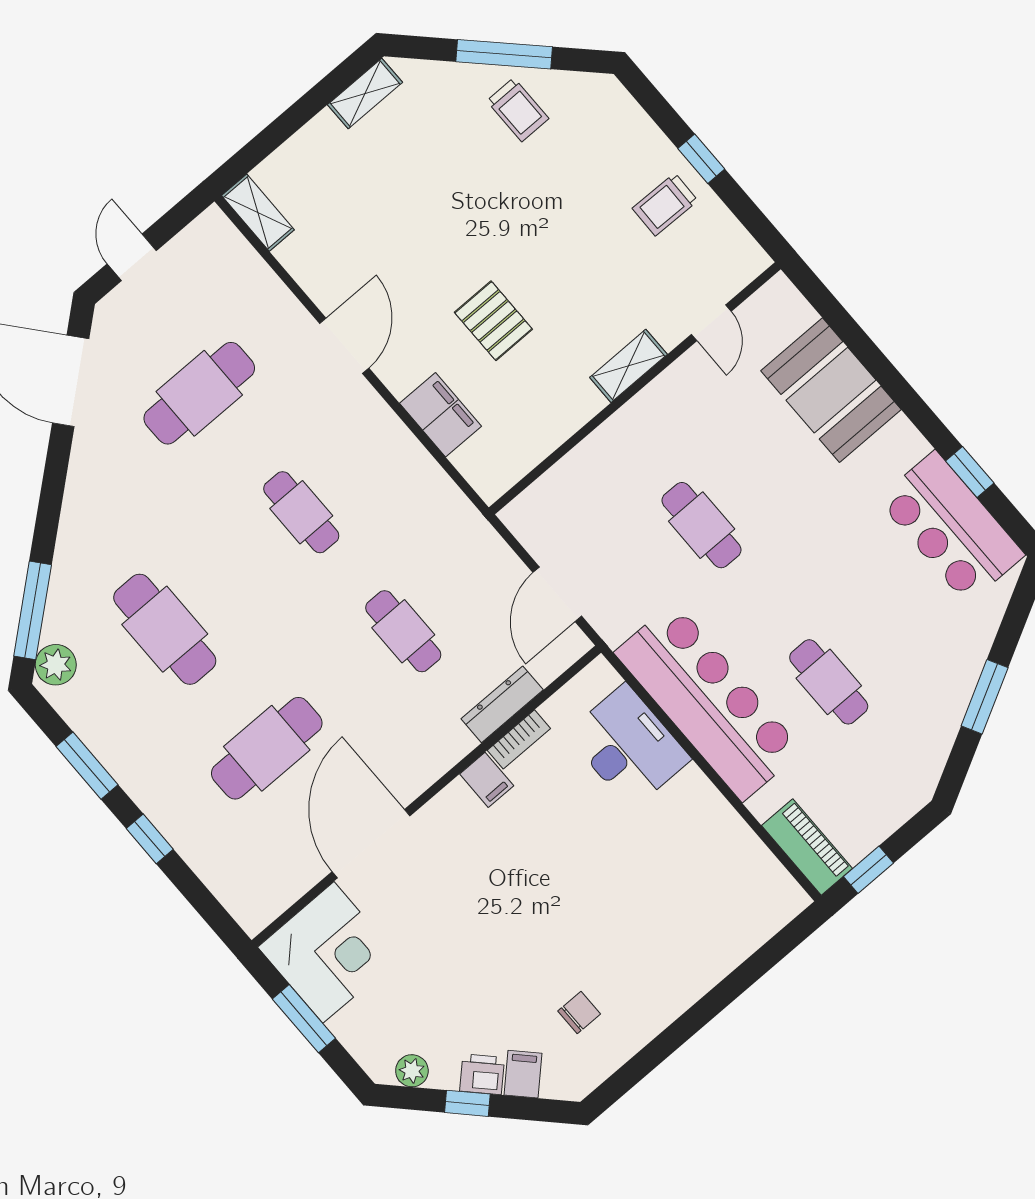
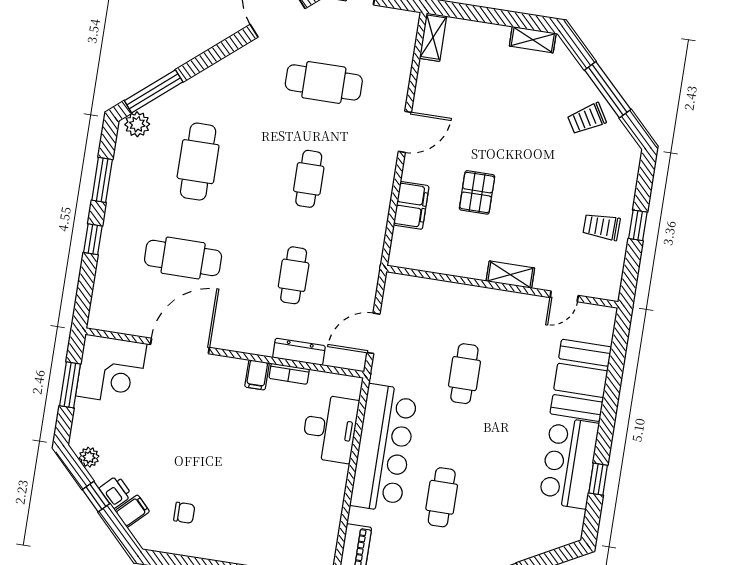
trolley: (518, 110) -> (587, 119), turned 59
bar counter: (951, 527) -> (569, 463), moved

